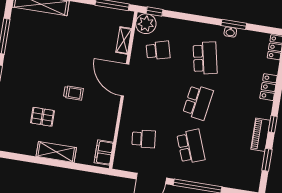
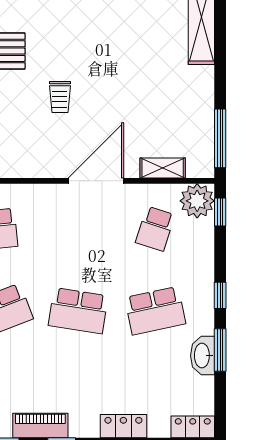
window: (202, 19) -> (220, 295), added
washbasin: (230, 32) -> (203, 356), width x1.91, depth x1.45
school desk: (158, 50) -> (155, 229), turned 33

